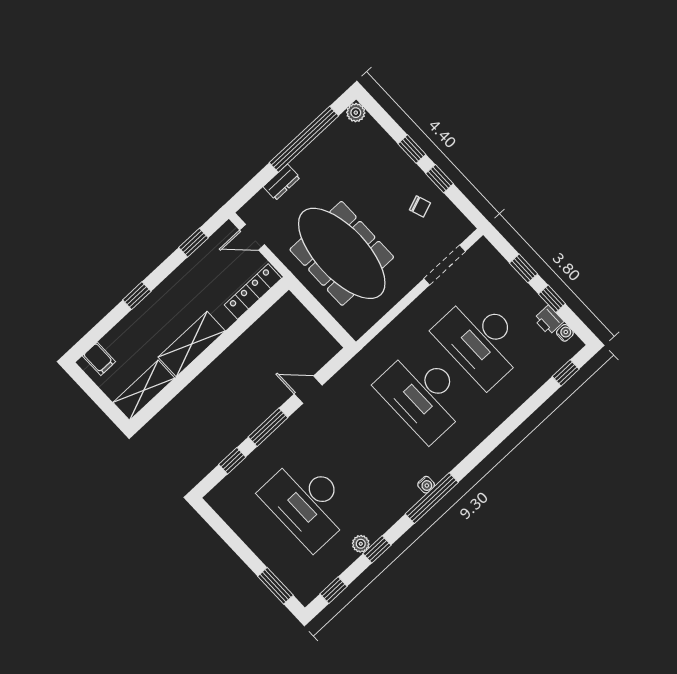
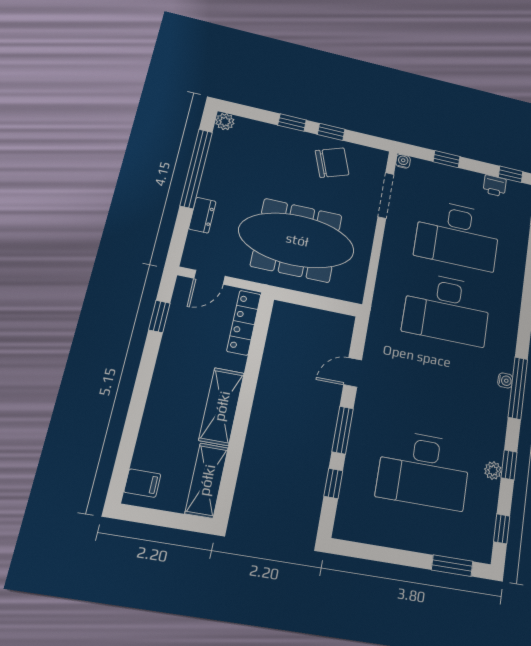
chair: (420, 206) -> (332, 163), width x1.87, depth x1.87
window: (137, 296) -> (139, 399), removed
window: (552, 299) -> (511, 174), moved
water cooler: (565, 333) -> (403, 161), moved

